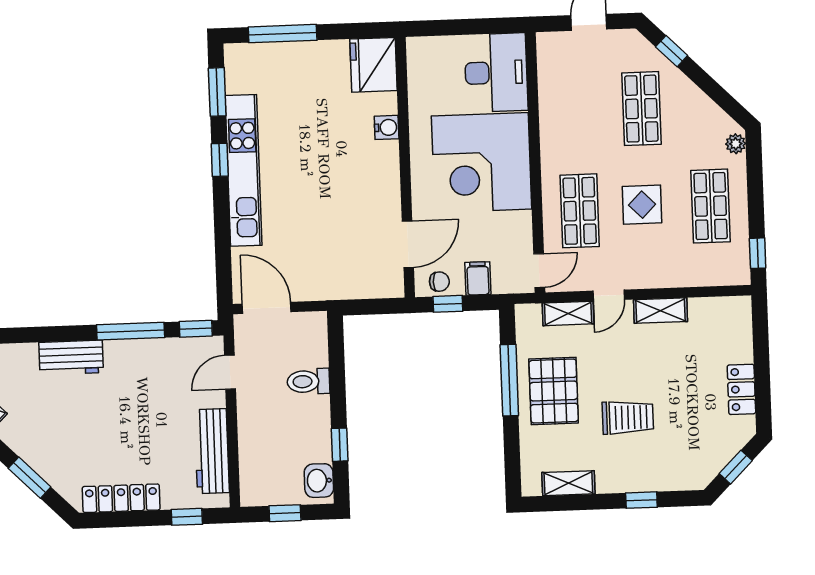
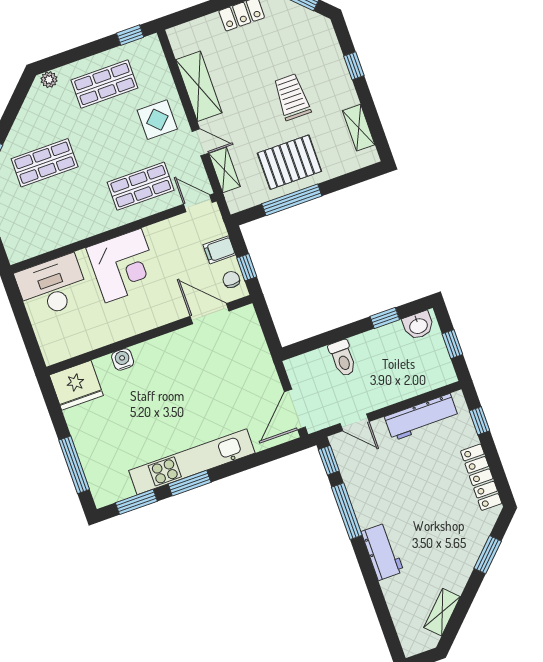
window: (220, 160) -> (190, 483), width x1.50
corner desk: (482, 163) -> (123, 266), width x0.74, depth x0.74
display table: (642, 205) -> (157, 120), moved
shelving: (661, 311) -> (199, 86), width x1.50, depth x1.33

